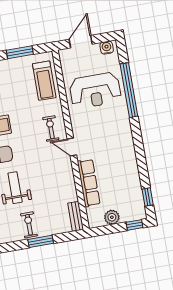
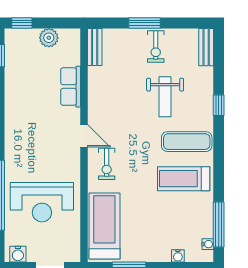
treadmill: (44, 81) -> (104, 226), width x1.37, depth x1.38
reception desk: (95, 91) -> (42, 202), turned 180
row of seats: (89, 183) -> (71, 87), width x0.68

